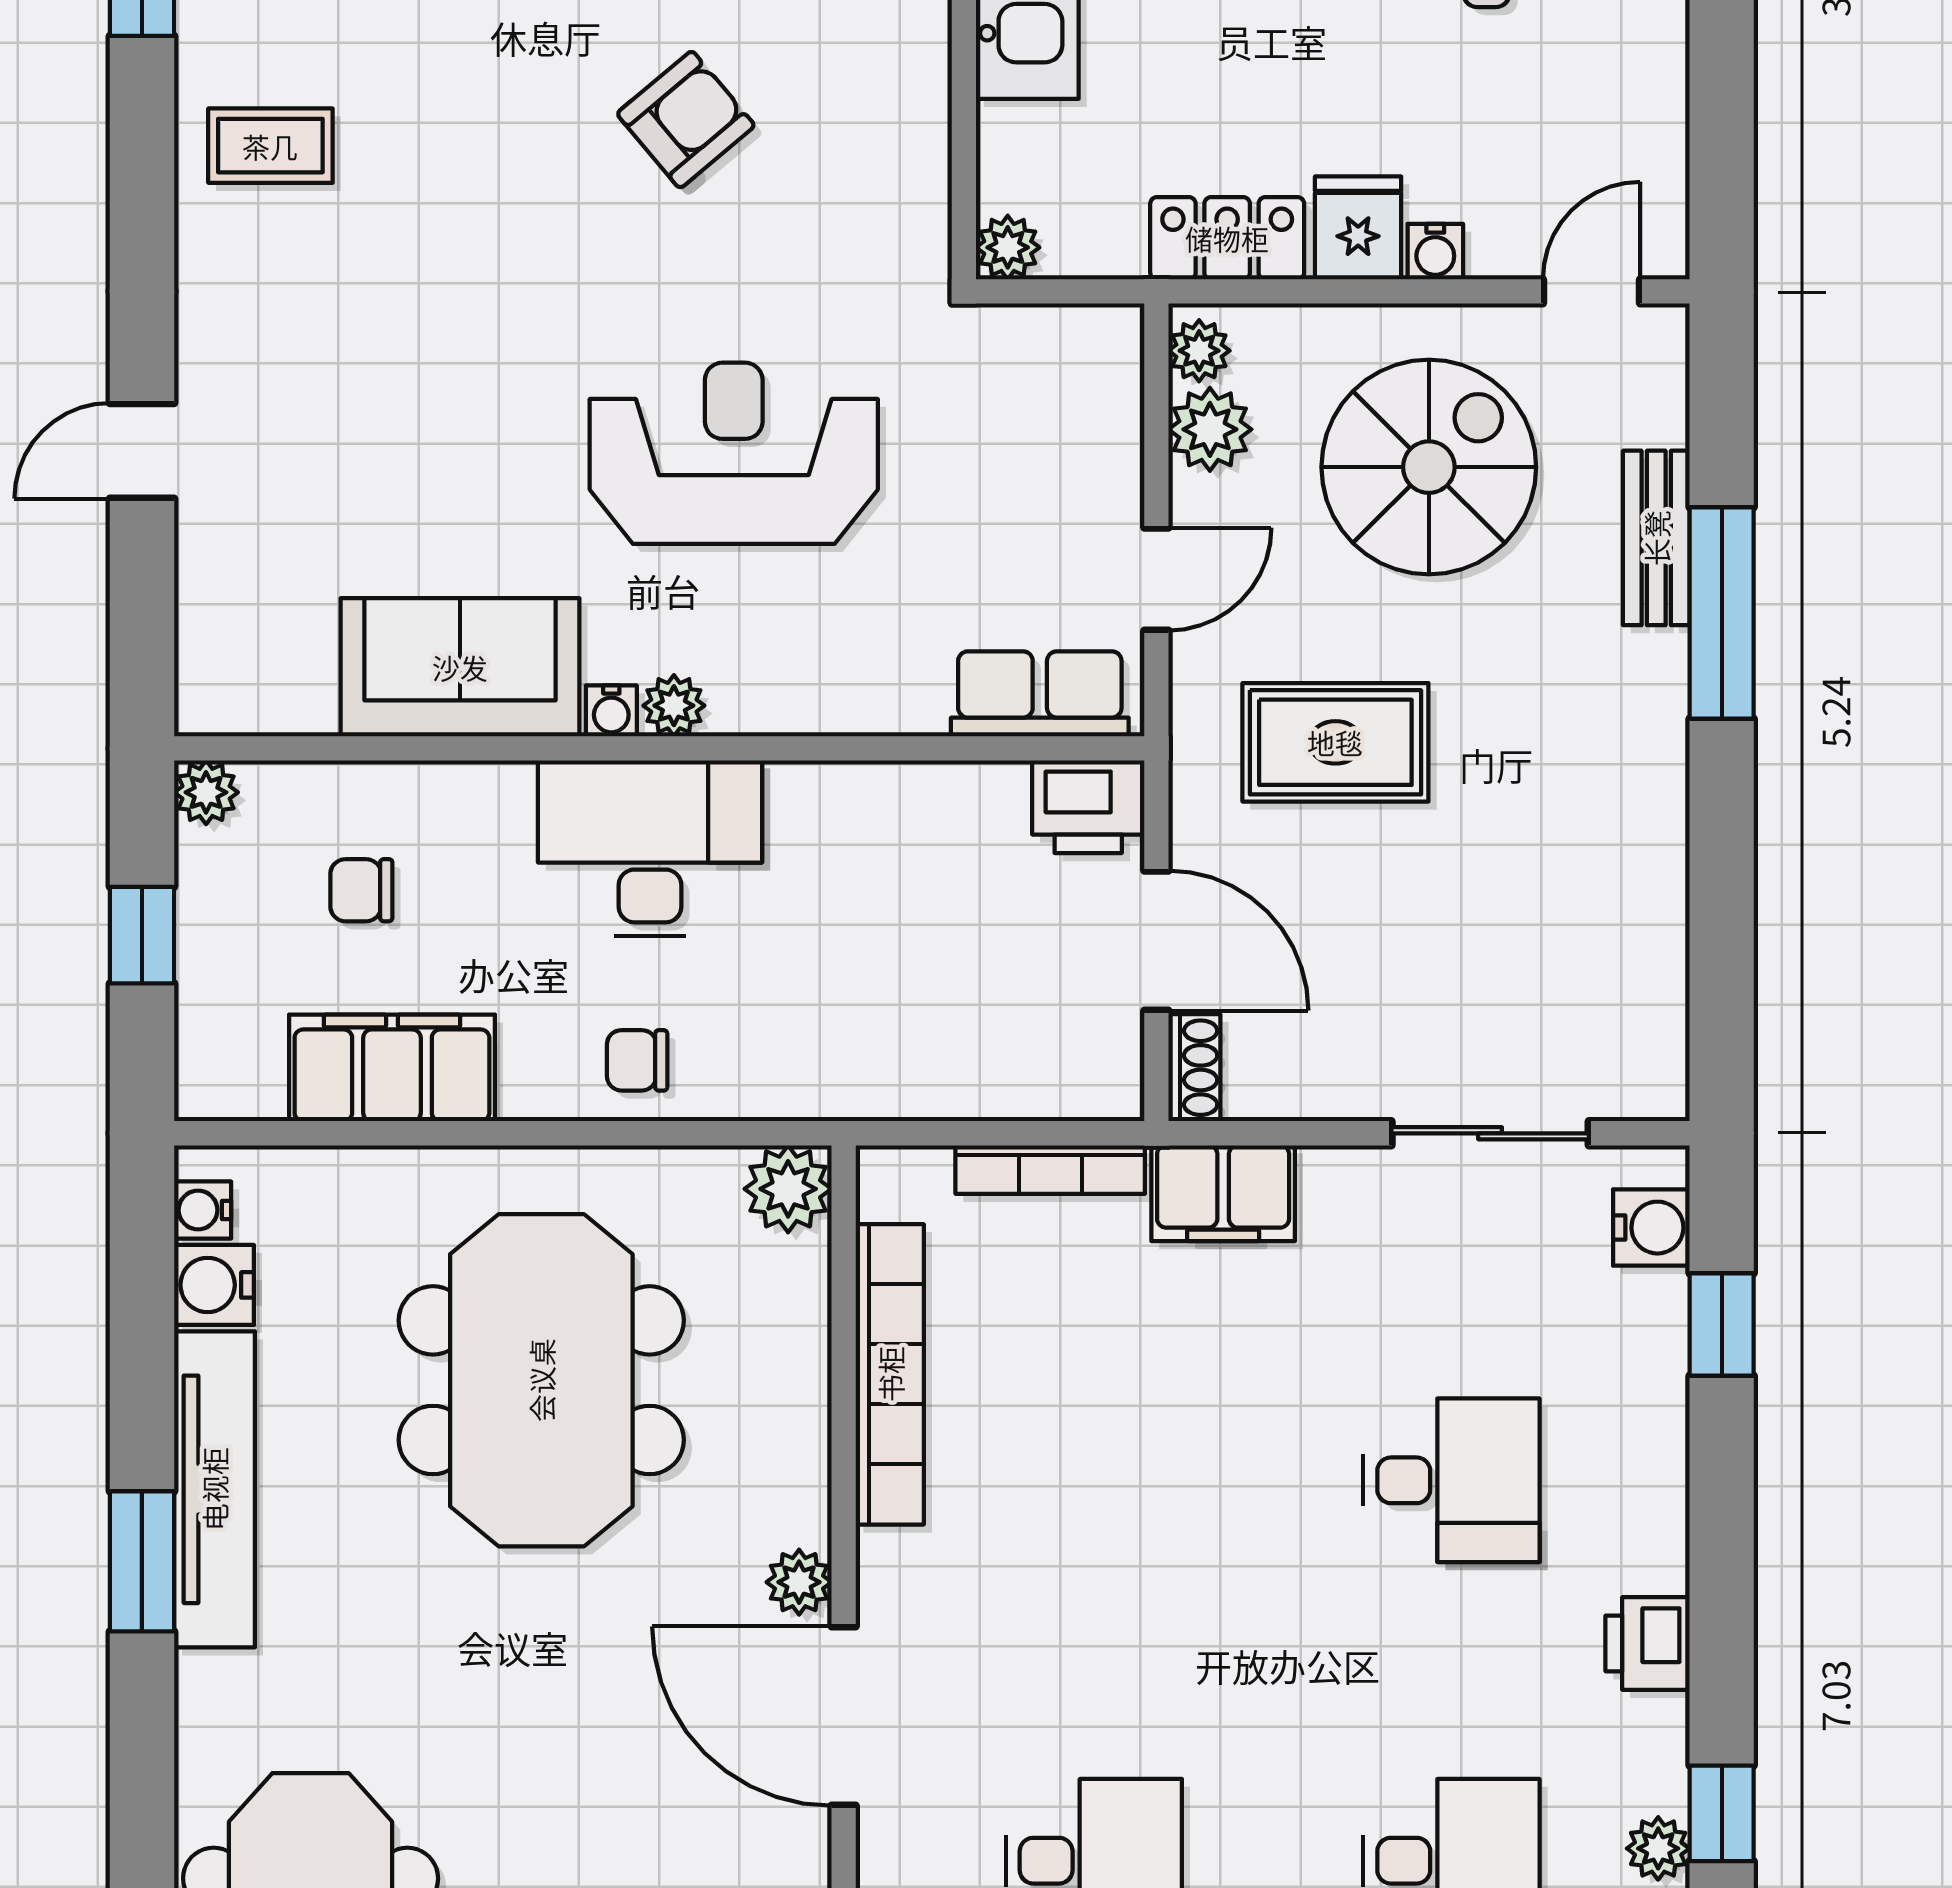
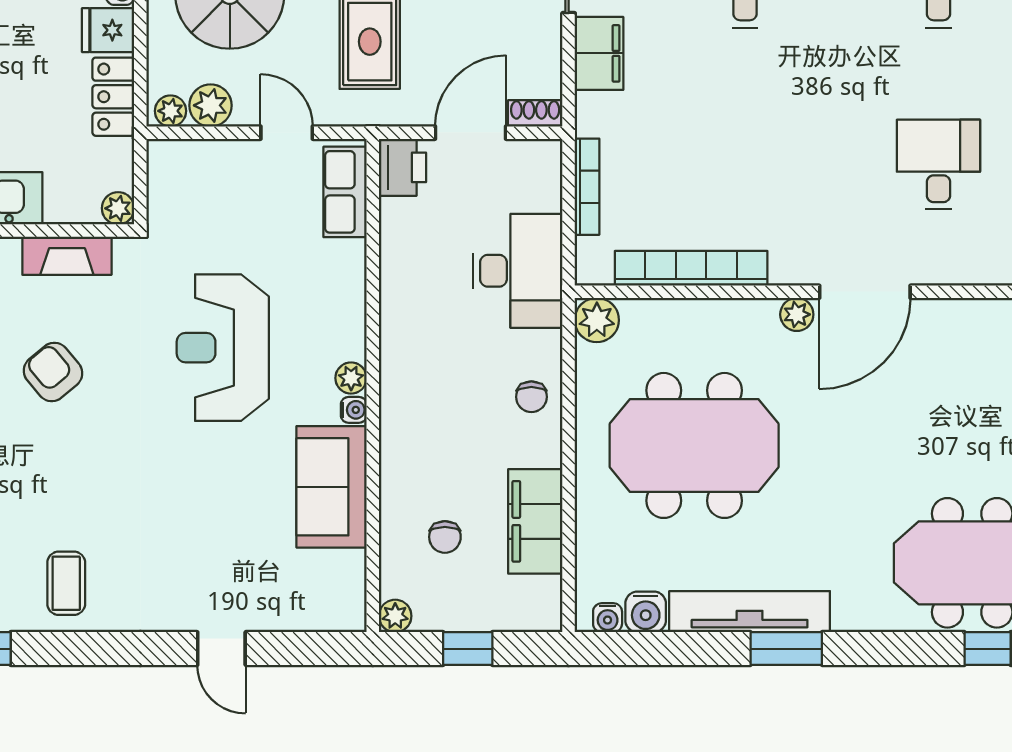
fireplace: (914, 147) -> (67, 256), added
desk: (650, 848) -> (518, 271), moved, turned 180
filing cabinet: (1223, 1193) -> (599, 53), moved

